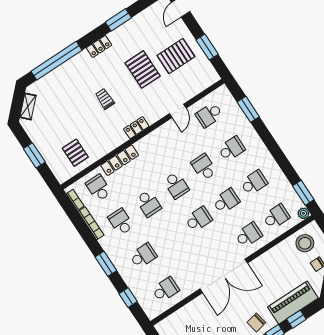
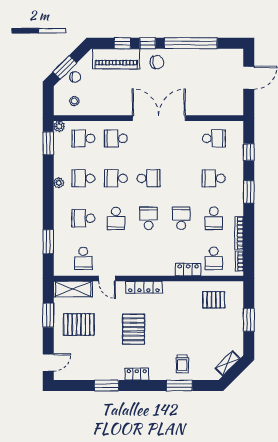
window: (56, 61) -> (179, 386), width x0.47
pallet: (143, 69) -> (134, 329), moved
shelving: (201, 83) -> (73, 289), added
trolley: (105, 99) -> (182, 364), moved
door: (178, 111) -> (107, 279), swing flipped
school desk: (209, 115) -> (83, 258), turned 90
locker: (136, 128) -> (144, 287), width x1.53
pallet: (75, 153) -> (214, 300), turned 90
locker: (120, 160) -> (188, 270), width x0.66
plant: (272, 165) -> (59, 183), added
school desk: (199, 219) -> (149, 178), turned 180
stool: (305, 243) -> (74, 101), width x0.53, depth x0.53
school desk: (166, 290) -> (214, 138), turned 180

